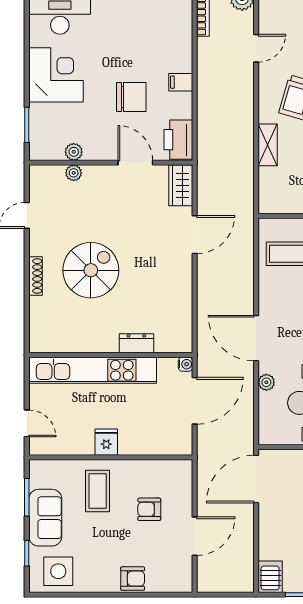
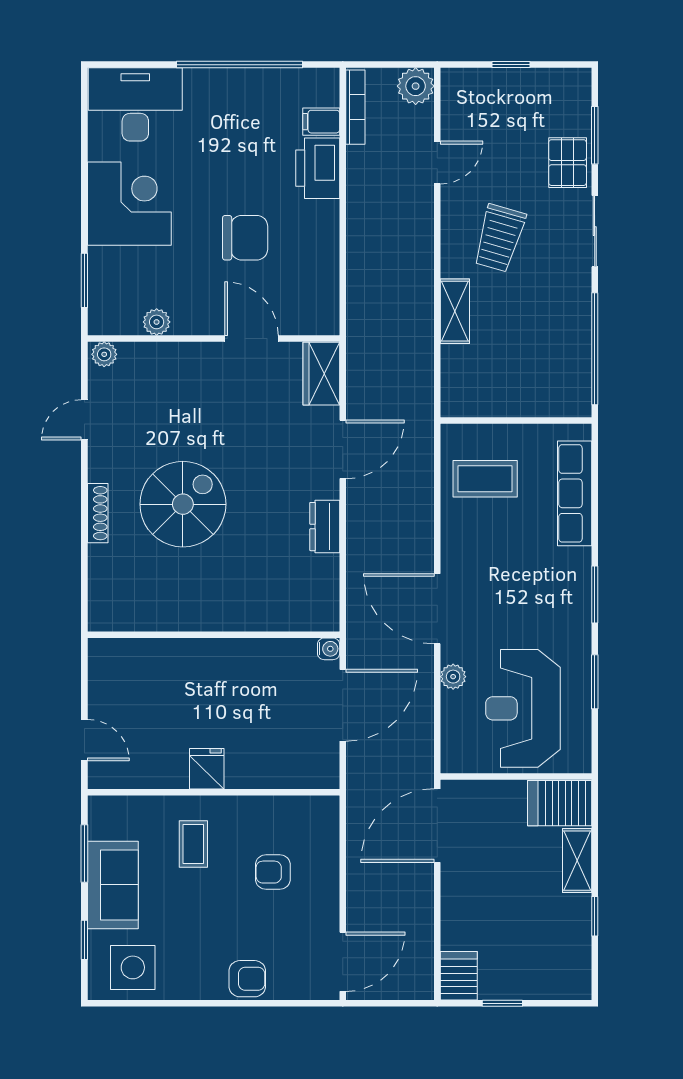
filing cabinet: (181, 82) -> (321, 122), moved
printer: (178, 140) -> (318, 168), moved
plant: (74, 173) -> (104, 354), moved
dresser: (136, 343) -> (325, 527), moved, turned -90
kitchen unit: (93, 370) -> (186, 658), removed
coffee table: (98, 491) -> (193, 844), width x0.73, depth x0.77
door: (195, 536) -> (343, 962), moved

